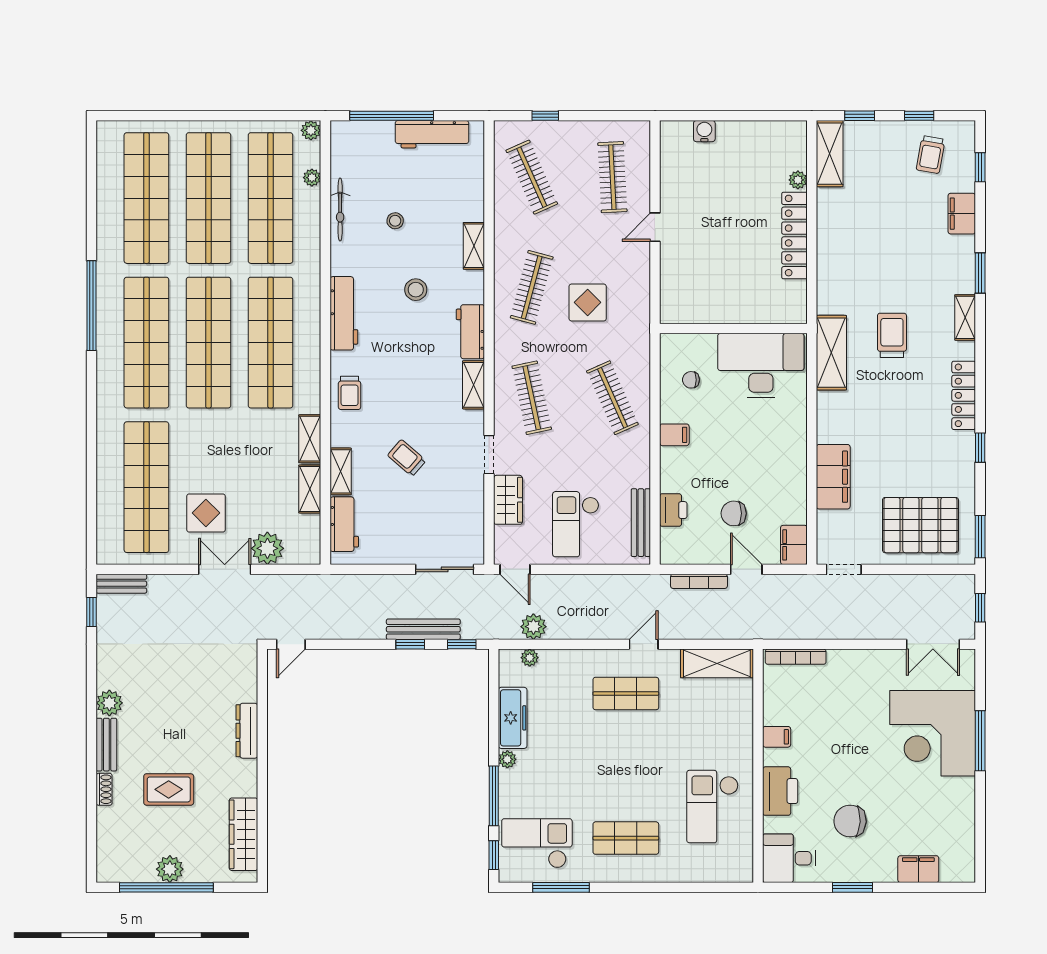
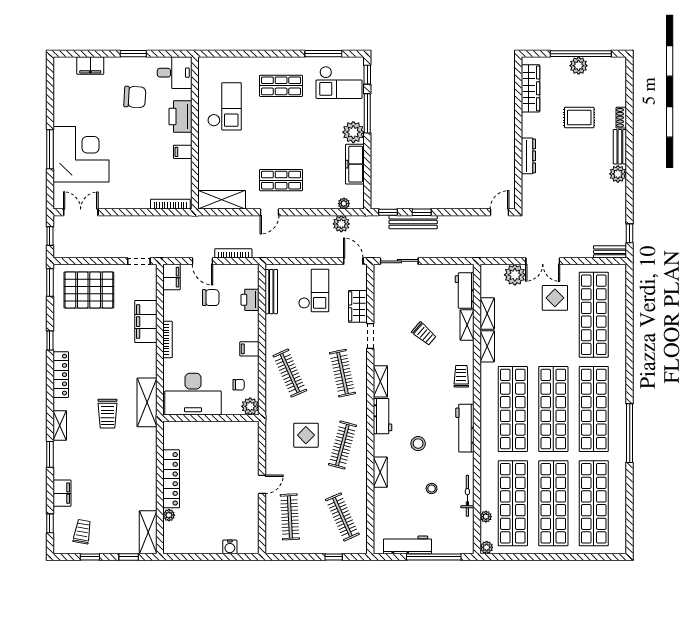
plant: (673, 347) -> (250, 406), added
bookcase: (800, 449) -> (168, 340), added
plant: (507, 759) -> (353, 132), width x1.88, depth x1.88

